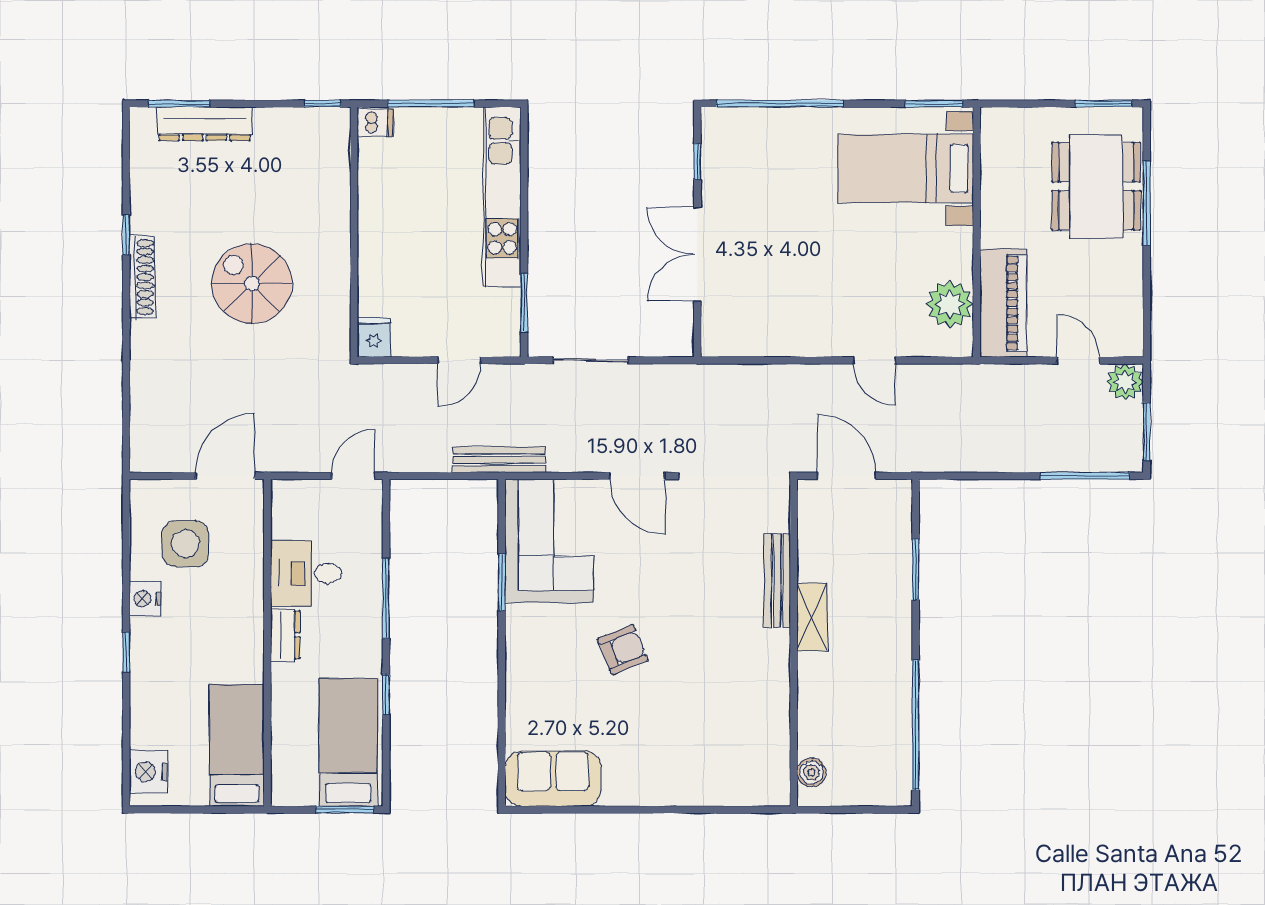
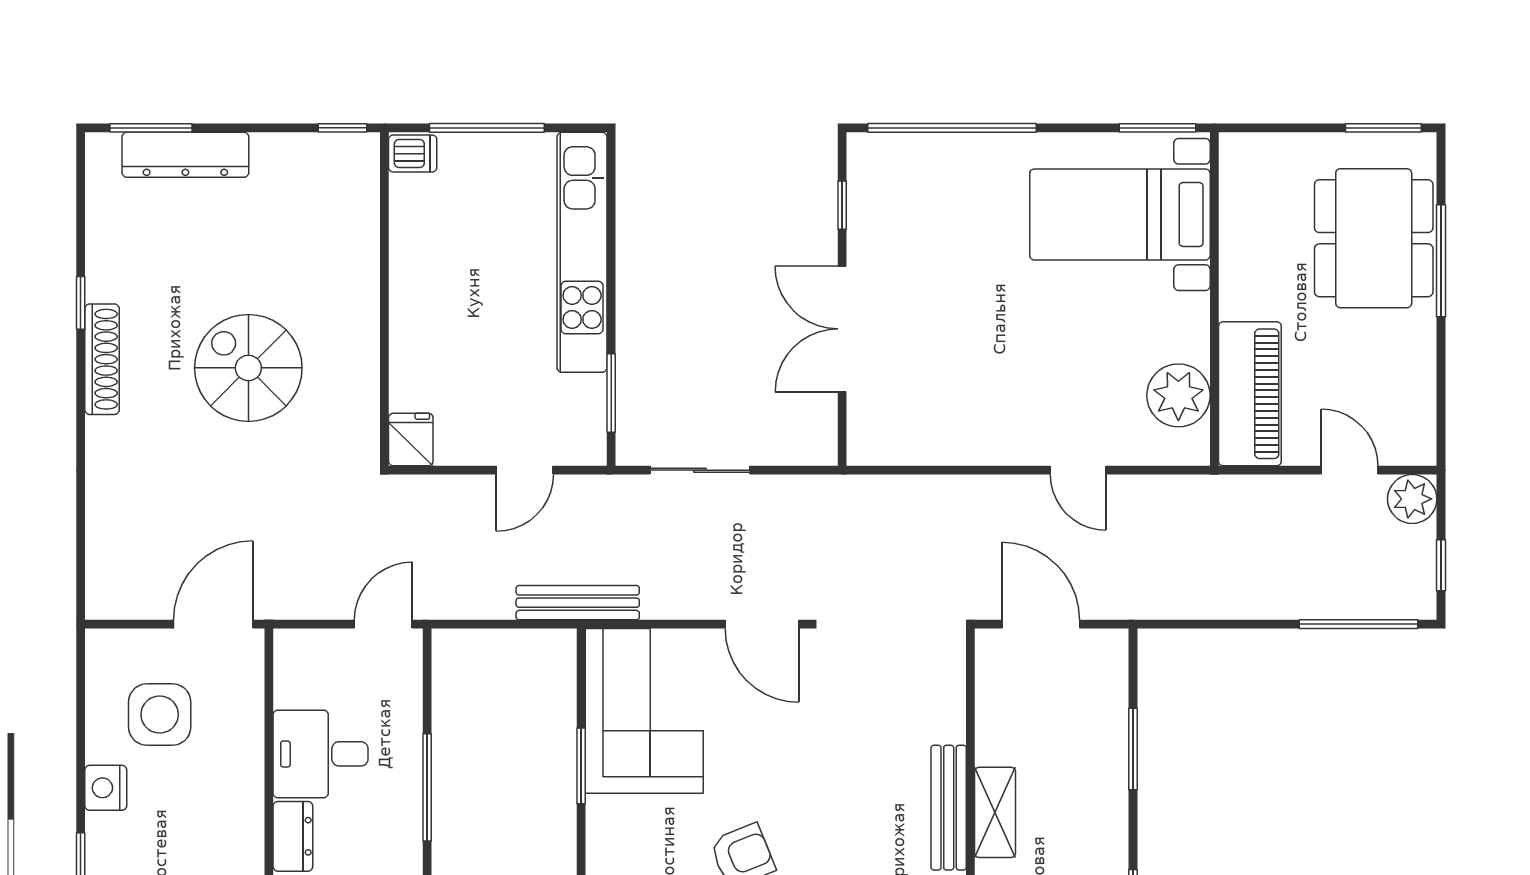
window: (1147, 432) -> (1441, 565), width x0.67
bench: (777, 581) -> (949, 808), moved

